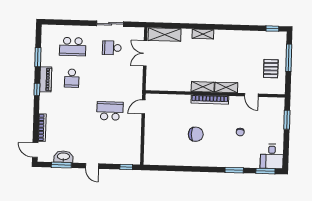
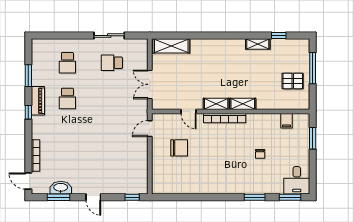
window: (272, 29) -> (279, 36), moved
shelving: (203, 34) -> (258, 44), moved
school desk: (73, 47) -> (67, 63), width x0.54
double door: (145, 53) -> (150, 84), moved
pallet: (271, 69) -> (293, 81), turned 90
door: (251, 95) -> (189, 111), moved
filing cabinet: (264, 104) -> (286, 121), added
school desk: (110, 111) -> (112, 134), removed
chair: (196, 134) -> (179, 148), moved

